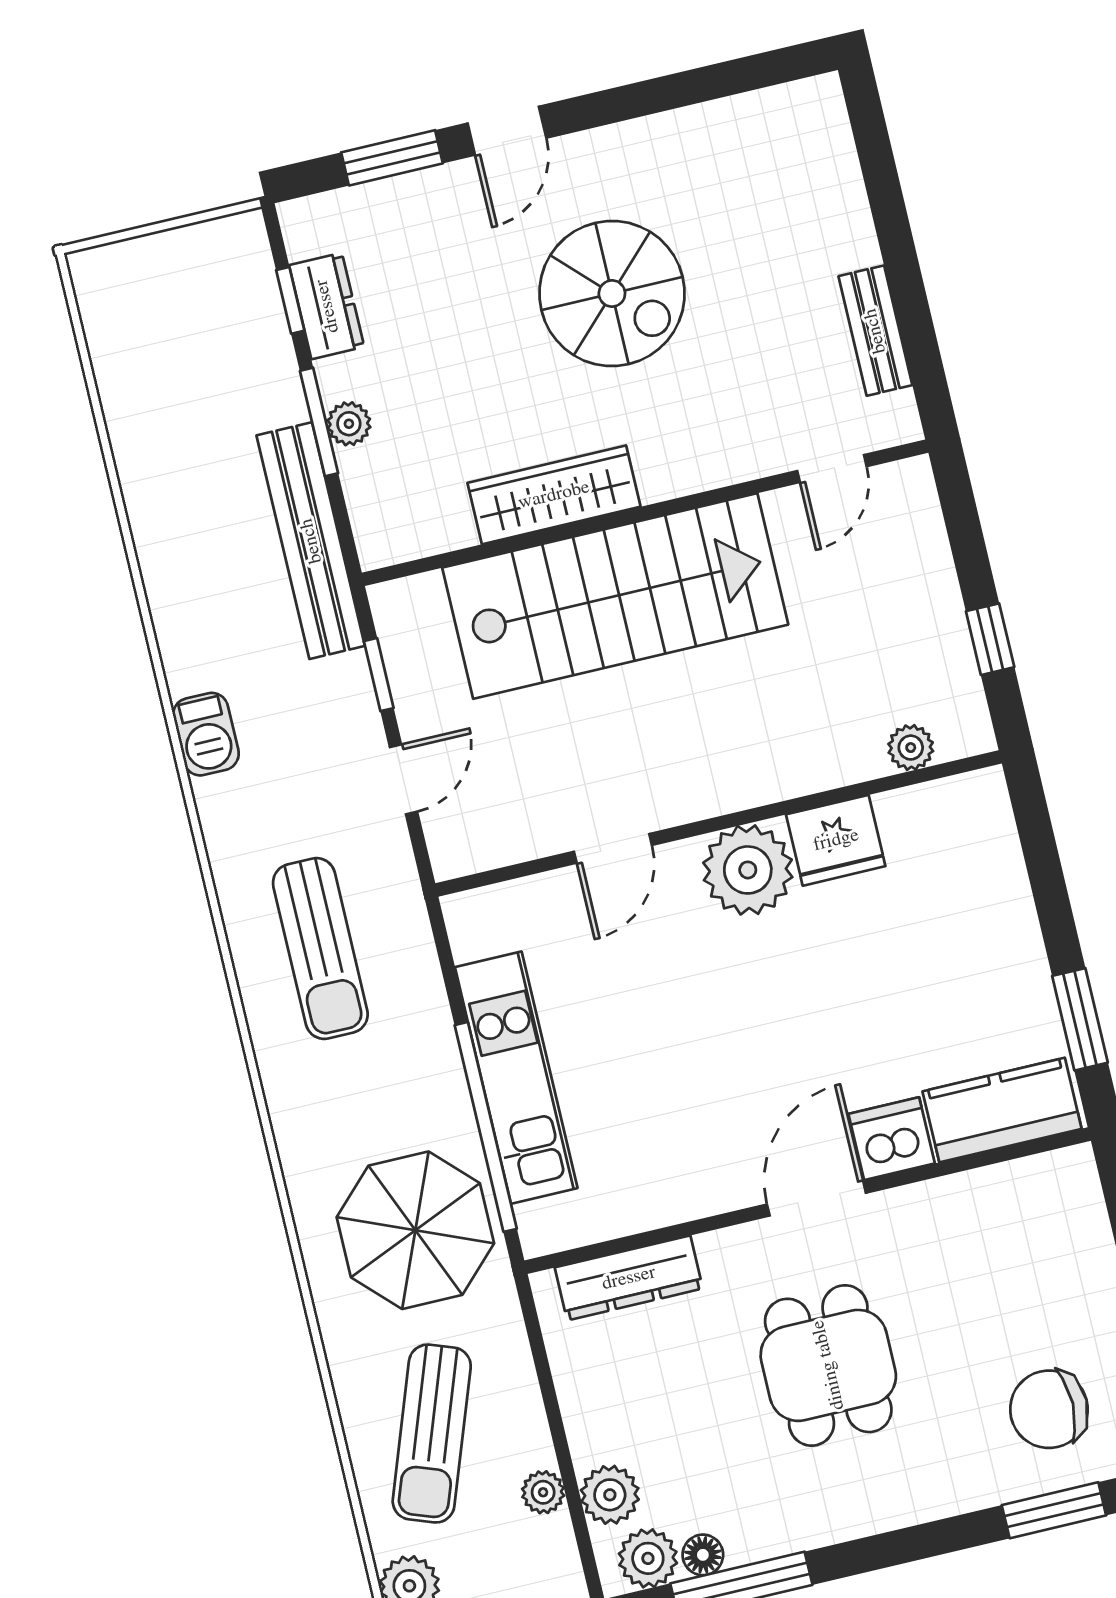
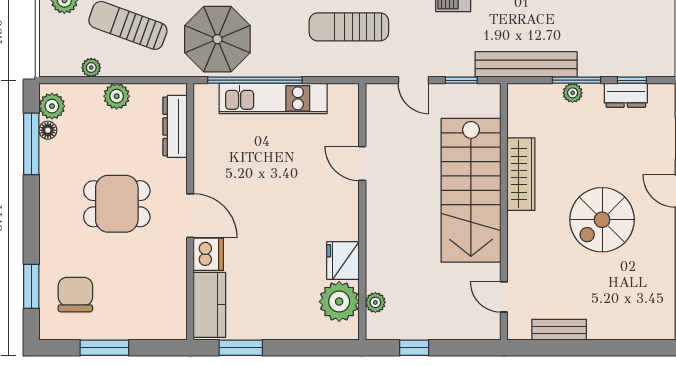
plant: (748, 870) -> (339, 302), moved
plant: (610, 1495) -> (117, 96), moved

